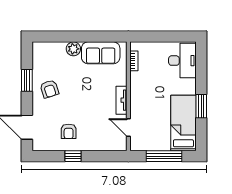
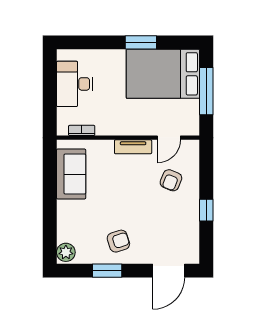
plant: (73, 49) -> (66, 252), moved
desk: (182, 61) -> (74, 84), moved, turned -90
bed: (183, 123) -> (163, 74), width x1.50
armchair: (69, 131) -> (171, 180), moved, turned 112

